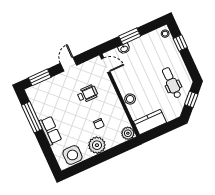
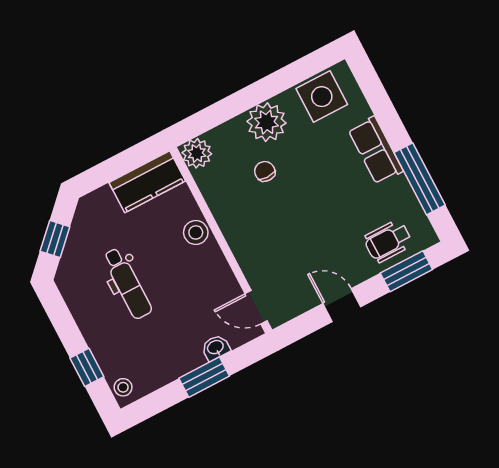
door: (68, 64) -> (342, 305), swing flipped
dental chair: (172, 83) -> (127, 283), moved
wheelchair: (87, 94) -> (388, 241), moved

